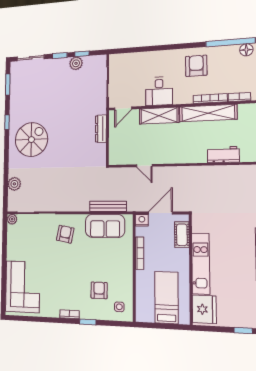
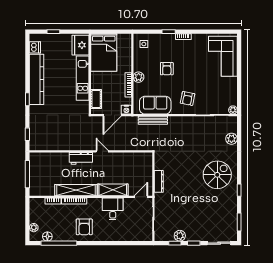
spiral stairs: (31, 140) -> (217, 175), turned 180
workbench: (223, 155) -> (81, 158), moved
door: (144, 166) -> (102, 151), moved
plant: (126, 263) -> (139, 77), added
armchair: (99, 290) -> (167, 69), moved
bed: (166, 297) -> (104, 52), width x1.50

